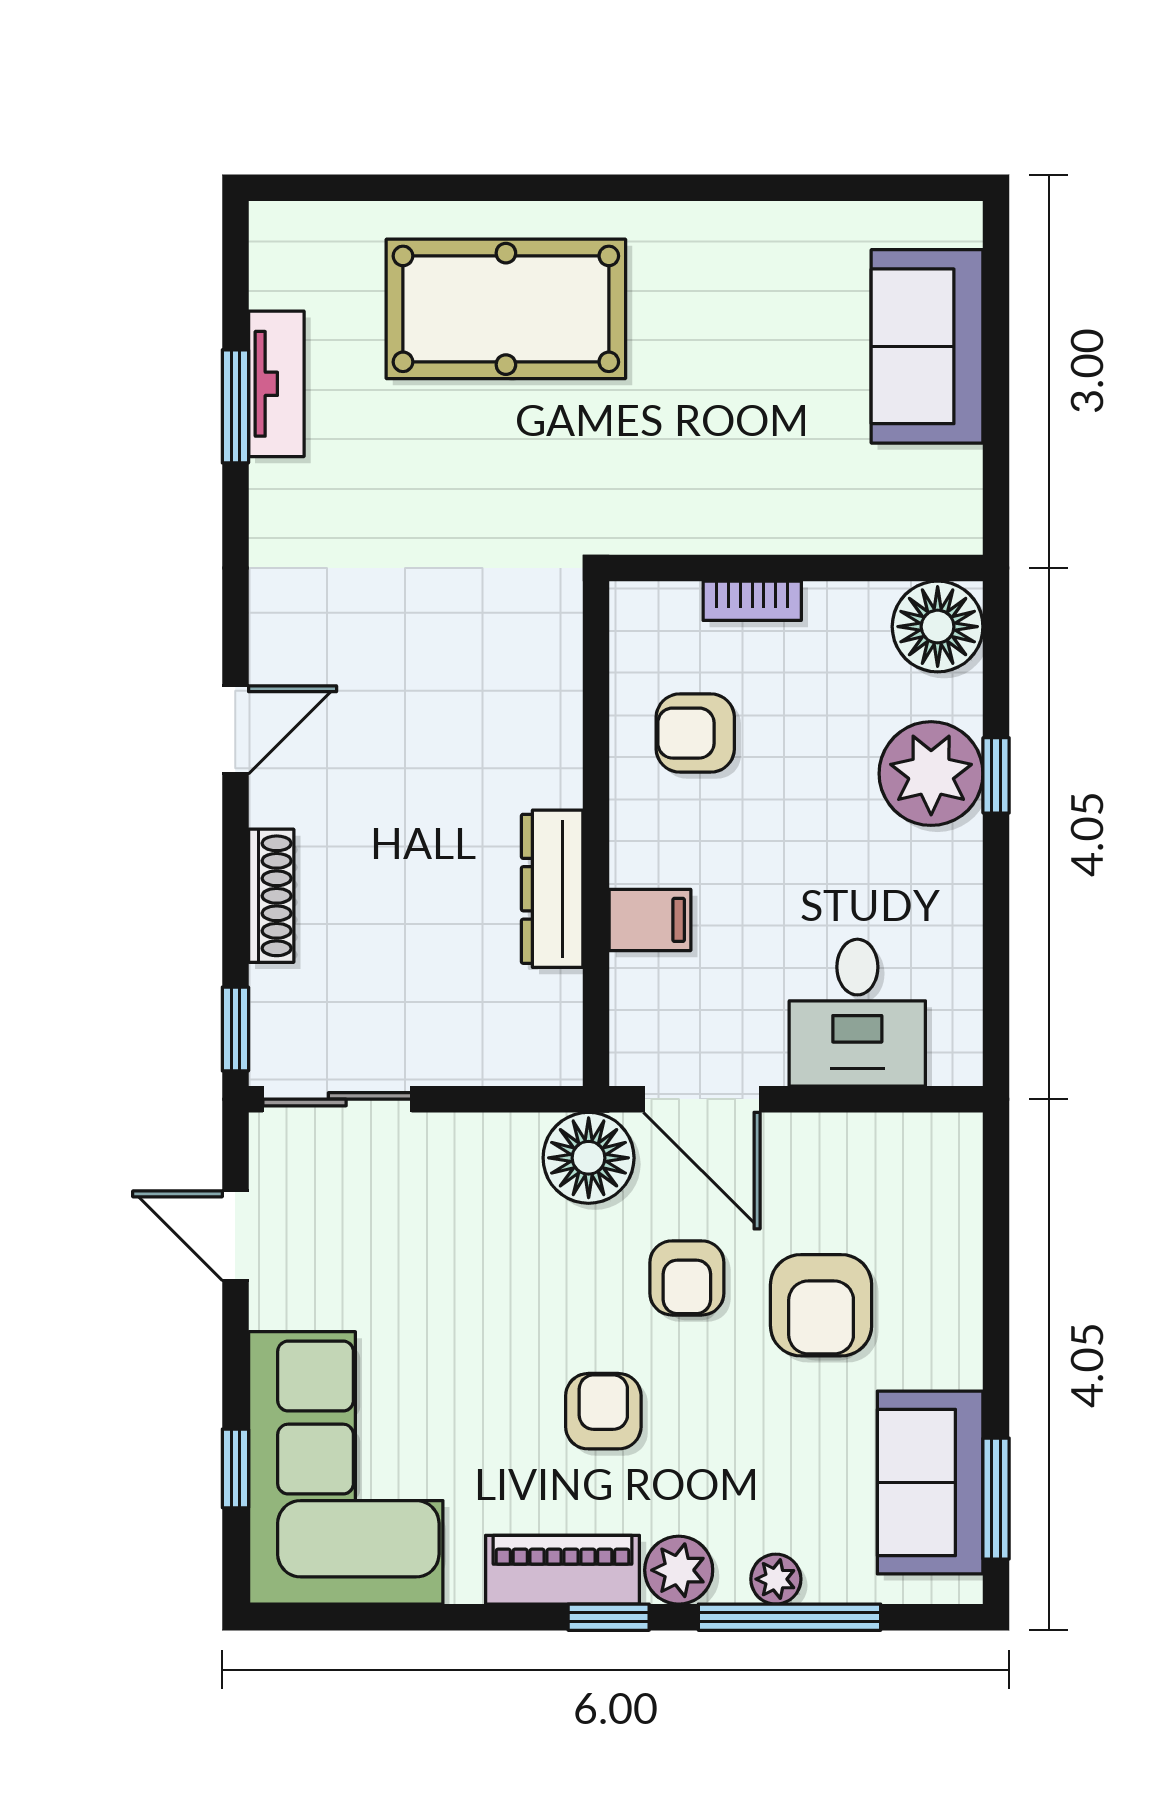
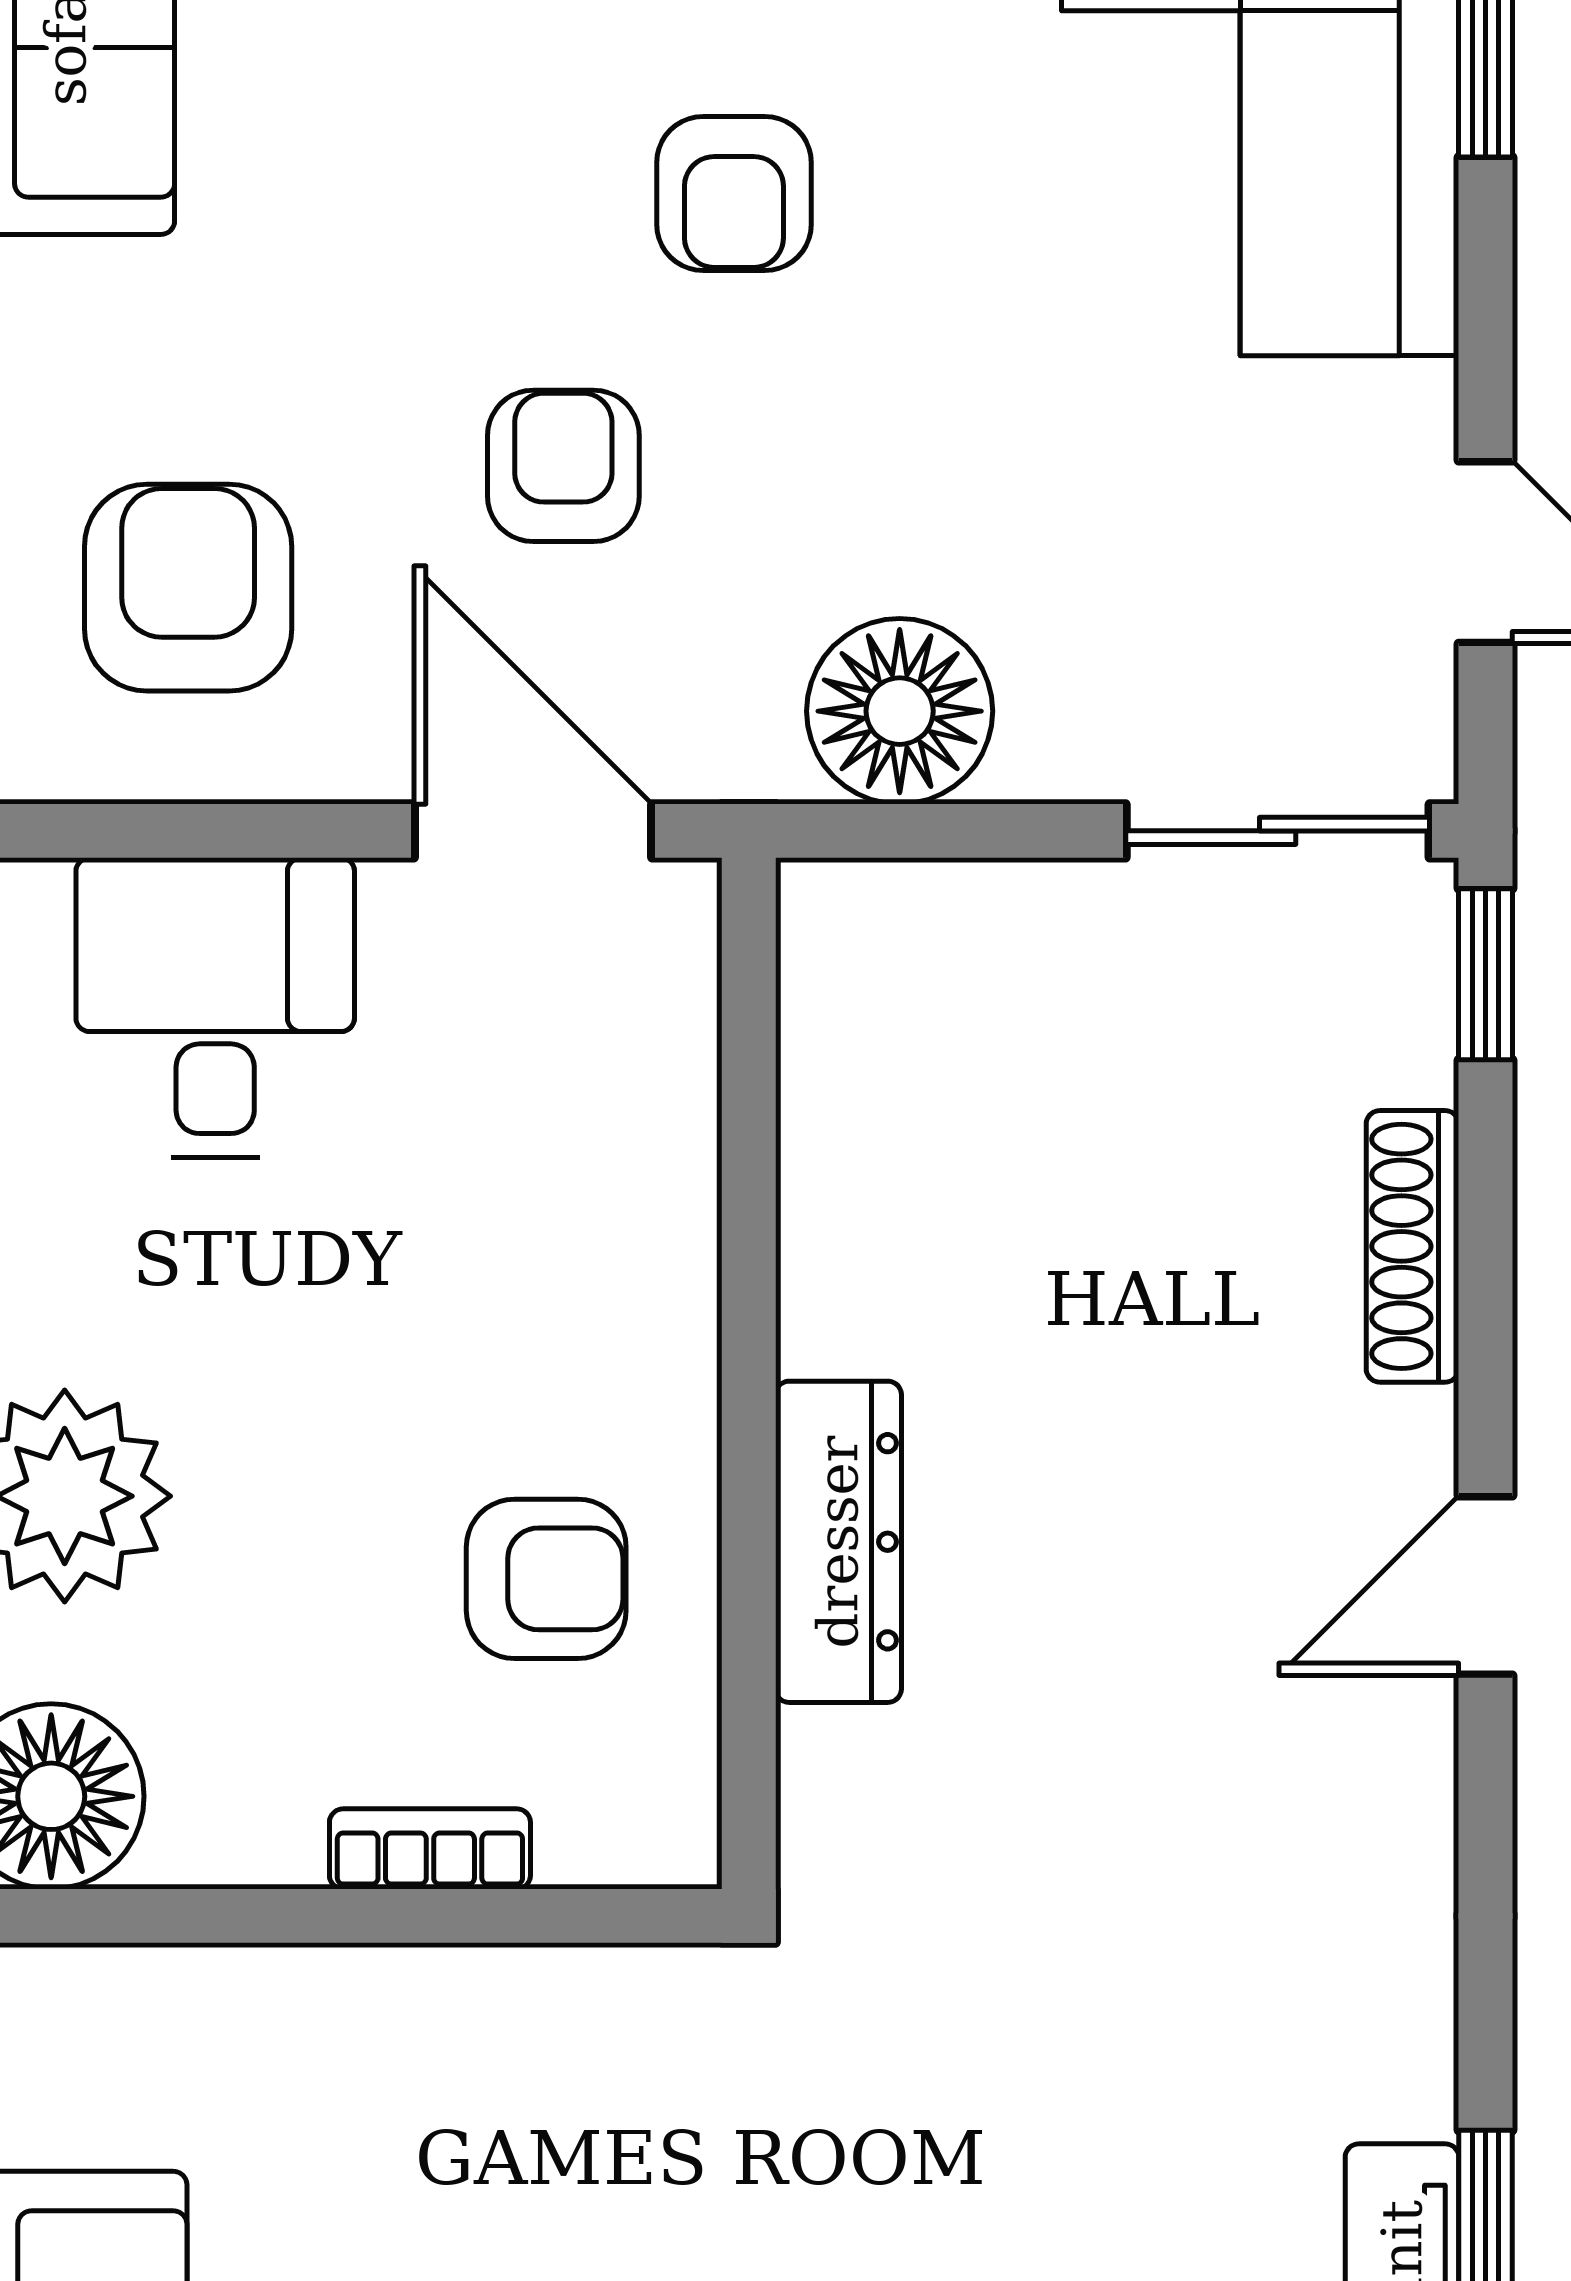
dresser: (552, 889) -> (838, 1542), moved
filing cabinet: (650, 920) -> (639, 1197), removed
floor lamp: (589, 1158) -> (900, 711), moved
armchair: (821, 1305) -> (188, 588), moved

